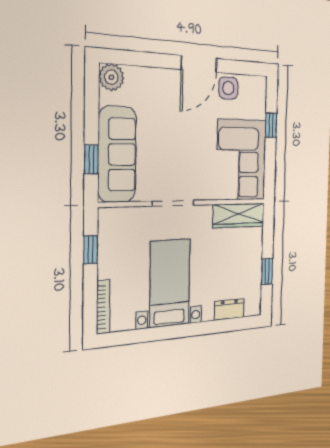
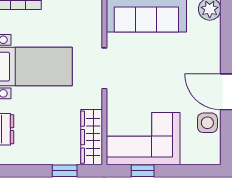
window: (271, 125) -> (143, 171), moved
window: (267, 272) -> (65, 171), moved

